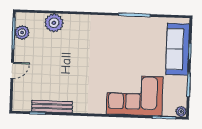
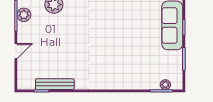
corner sofa: (135, 95) -> (133, 71), removed
plant: (181, 111) -> (165, 85), moved

